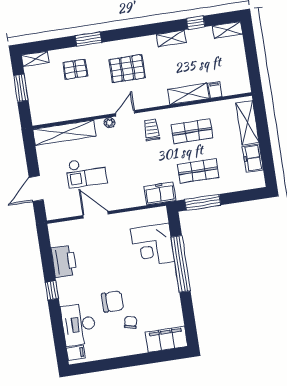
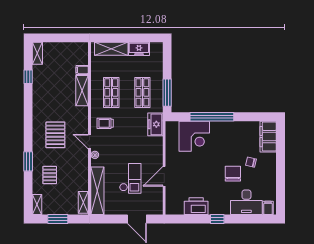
shelving: (171, 38) -> (83, 202), moved

